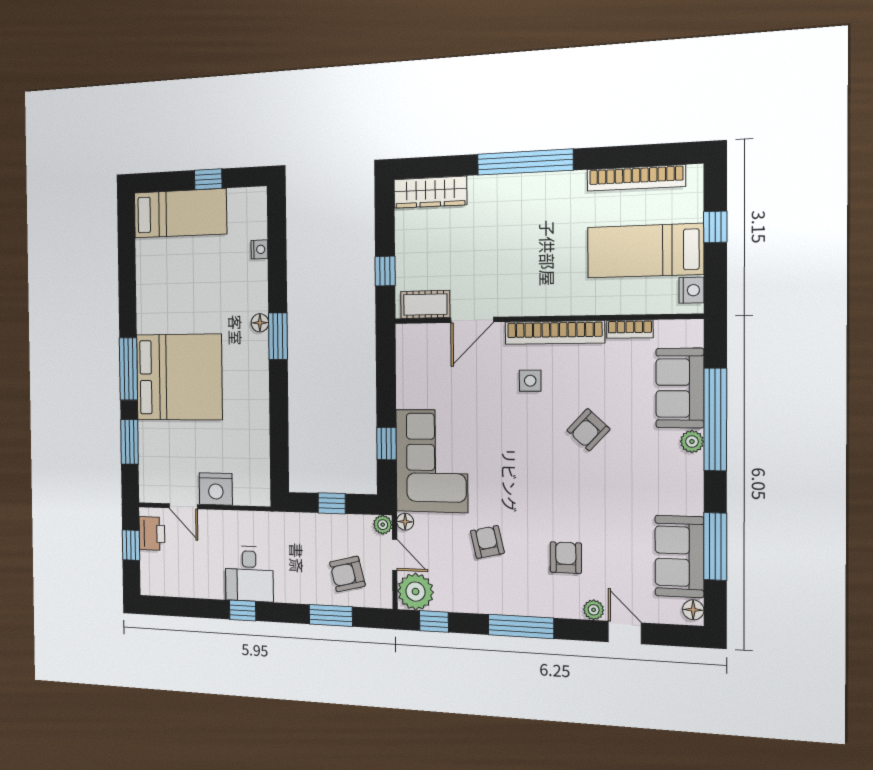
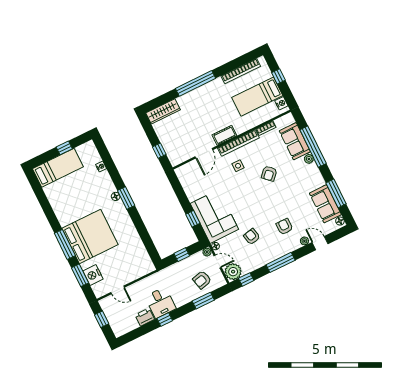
cot: (425, 304) -> (224, 135), moved
nightstand: (216, 489) -> (93, 275), moved, turned 90
printer: (152, 534) -> (145, 317), moved, turned -90

